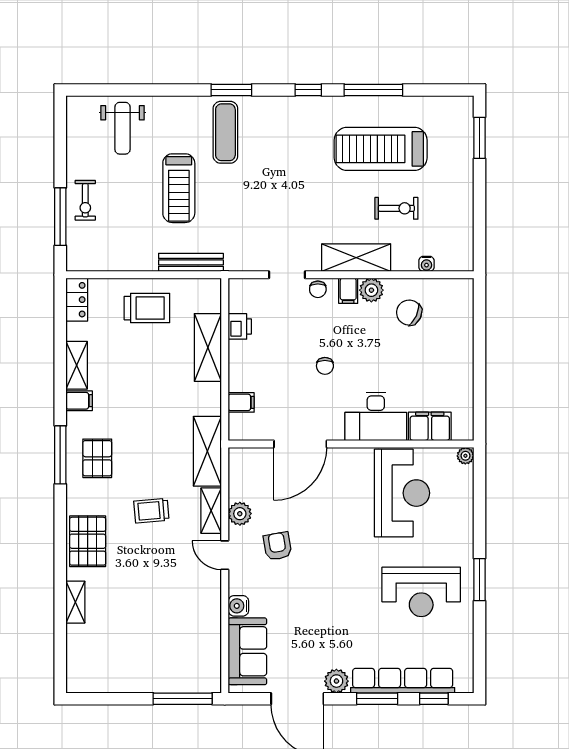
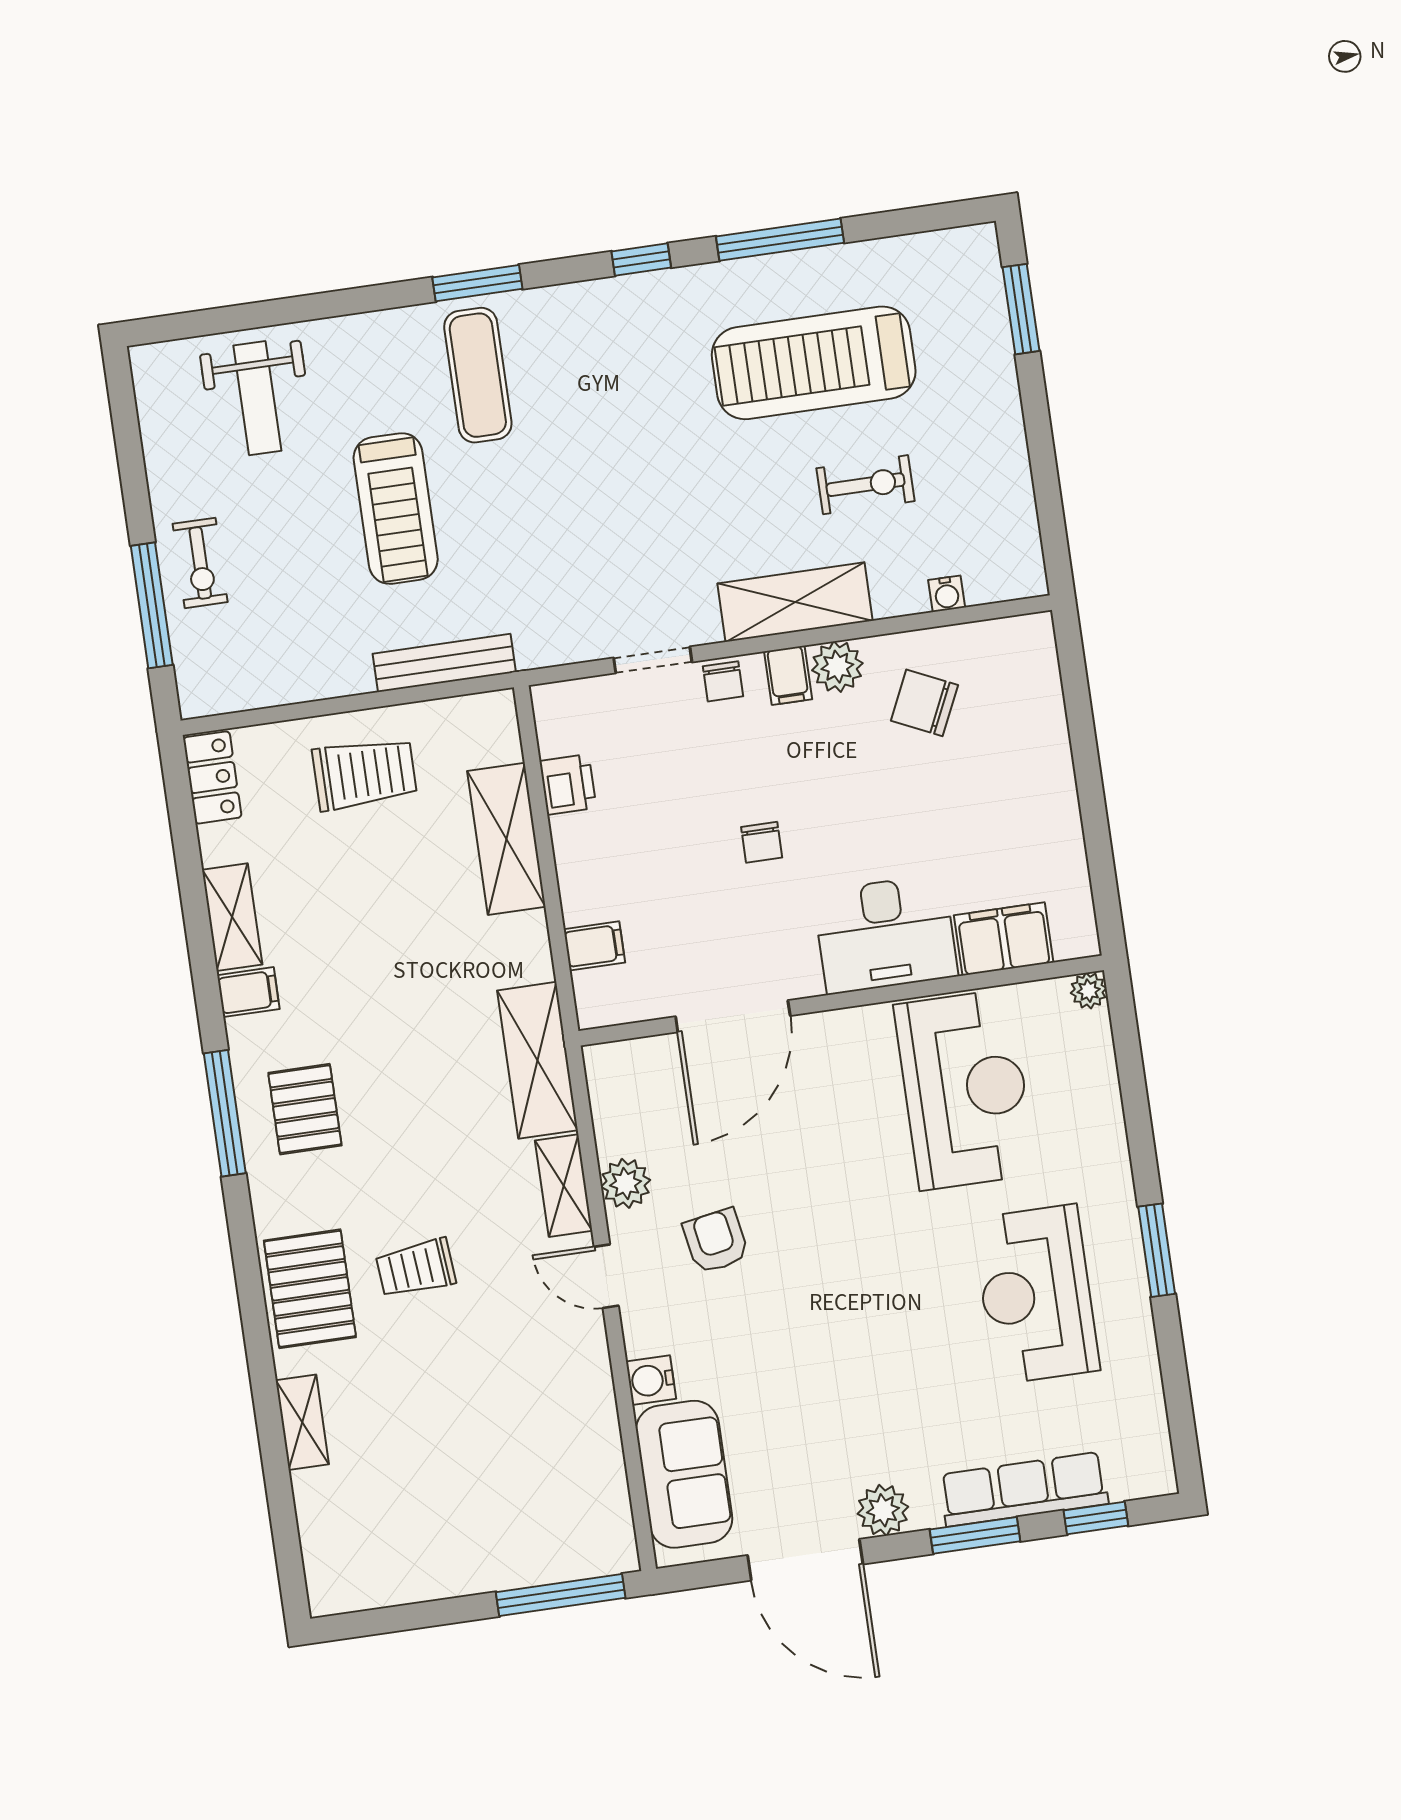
trolley: (151, 511) -> (416, 1268), moved
reception desk: (421, 592) -> (1036, 1294), turned 90
row of seats: (403, 681) -> (1024, 1489), width x0.73

